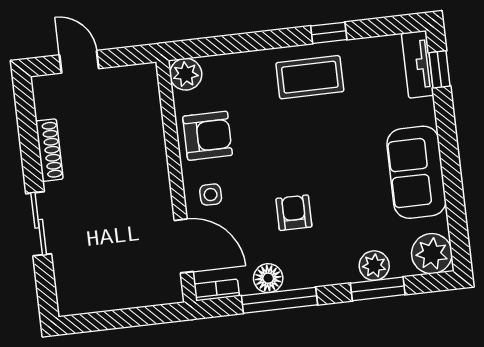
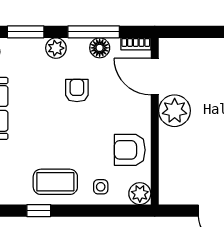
side table: (211, 195) -> (101, 187), moved
plant: (149, 200) -> (175, 111), added
armchair: (294, 213) -> (77, 91), turned 180
plant: (374, 266) -> (56, 48), moved

